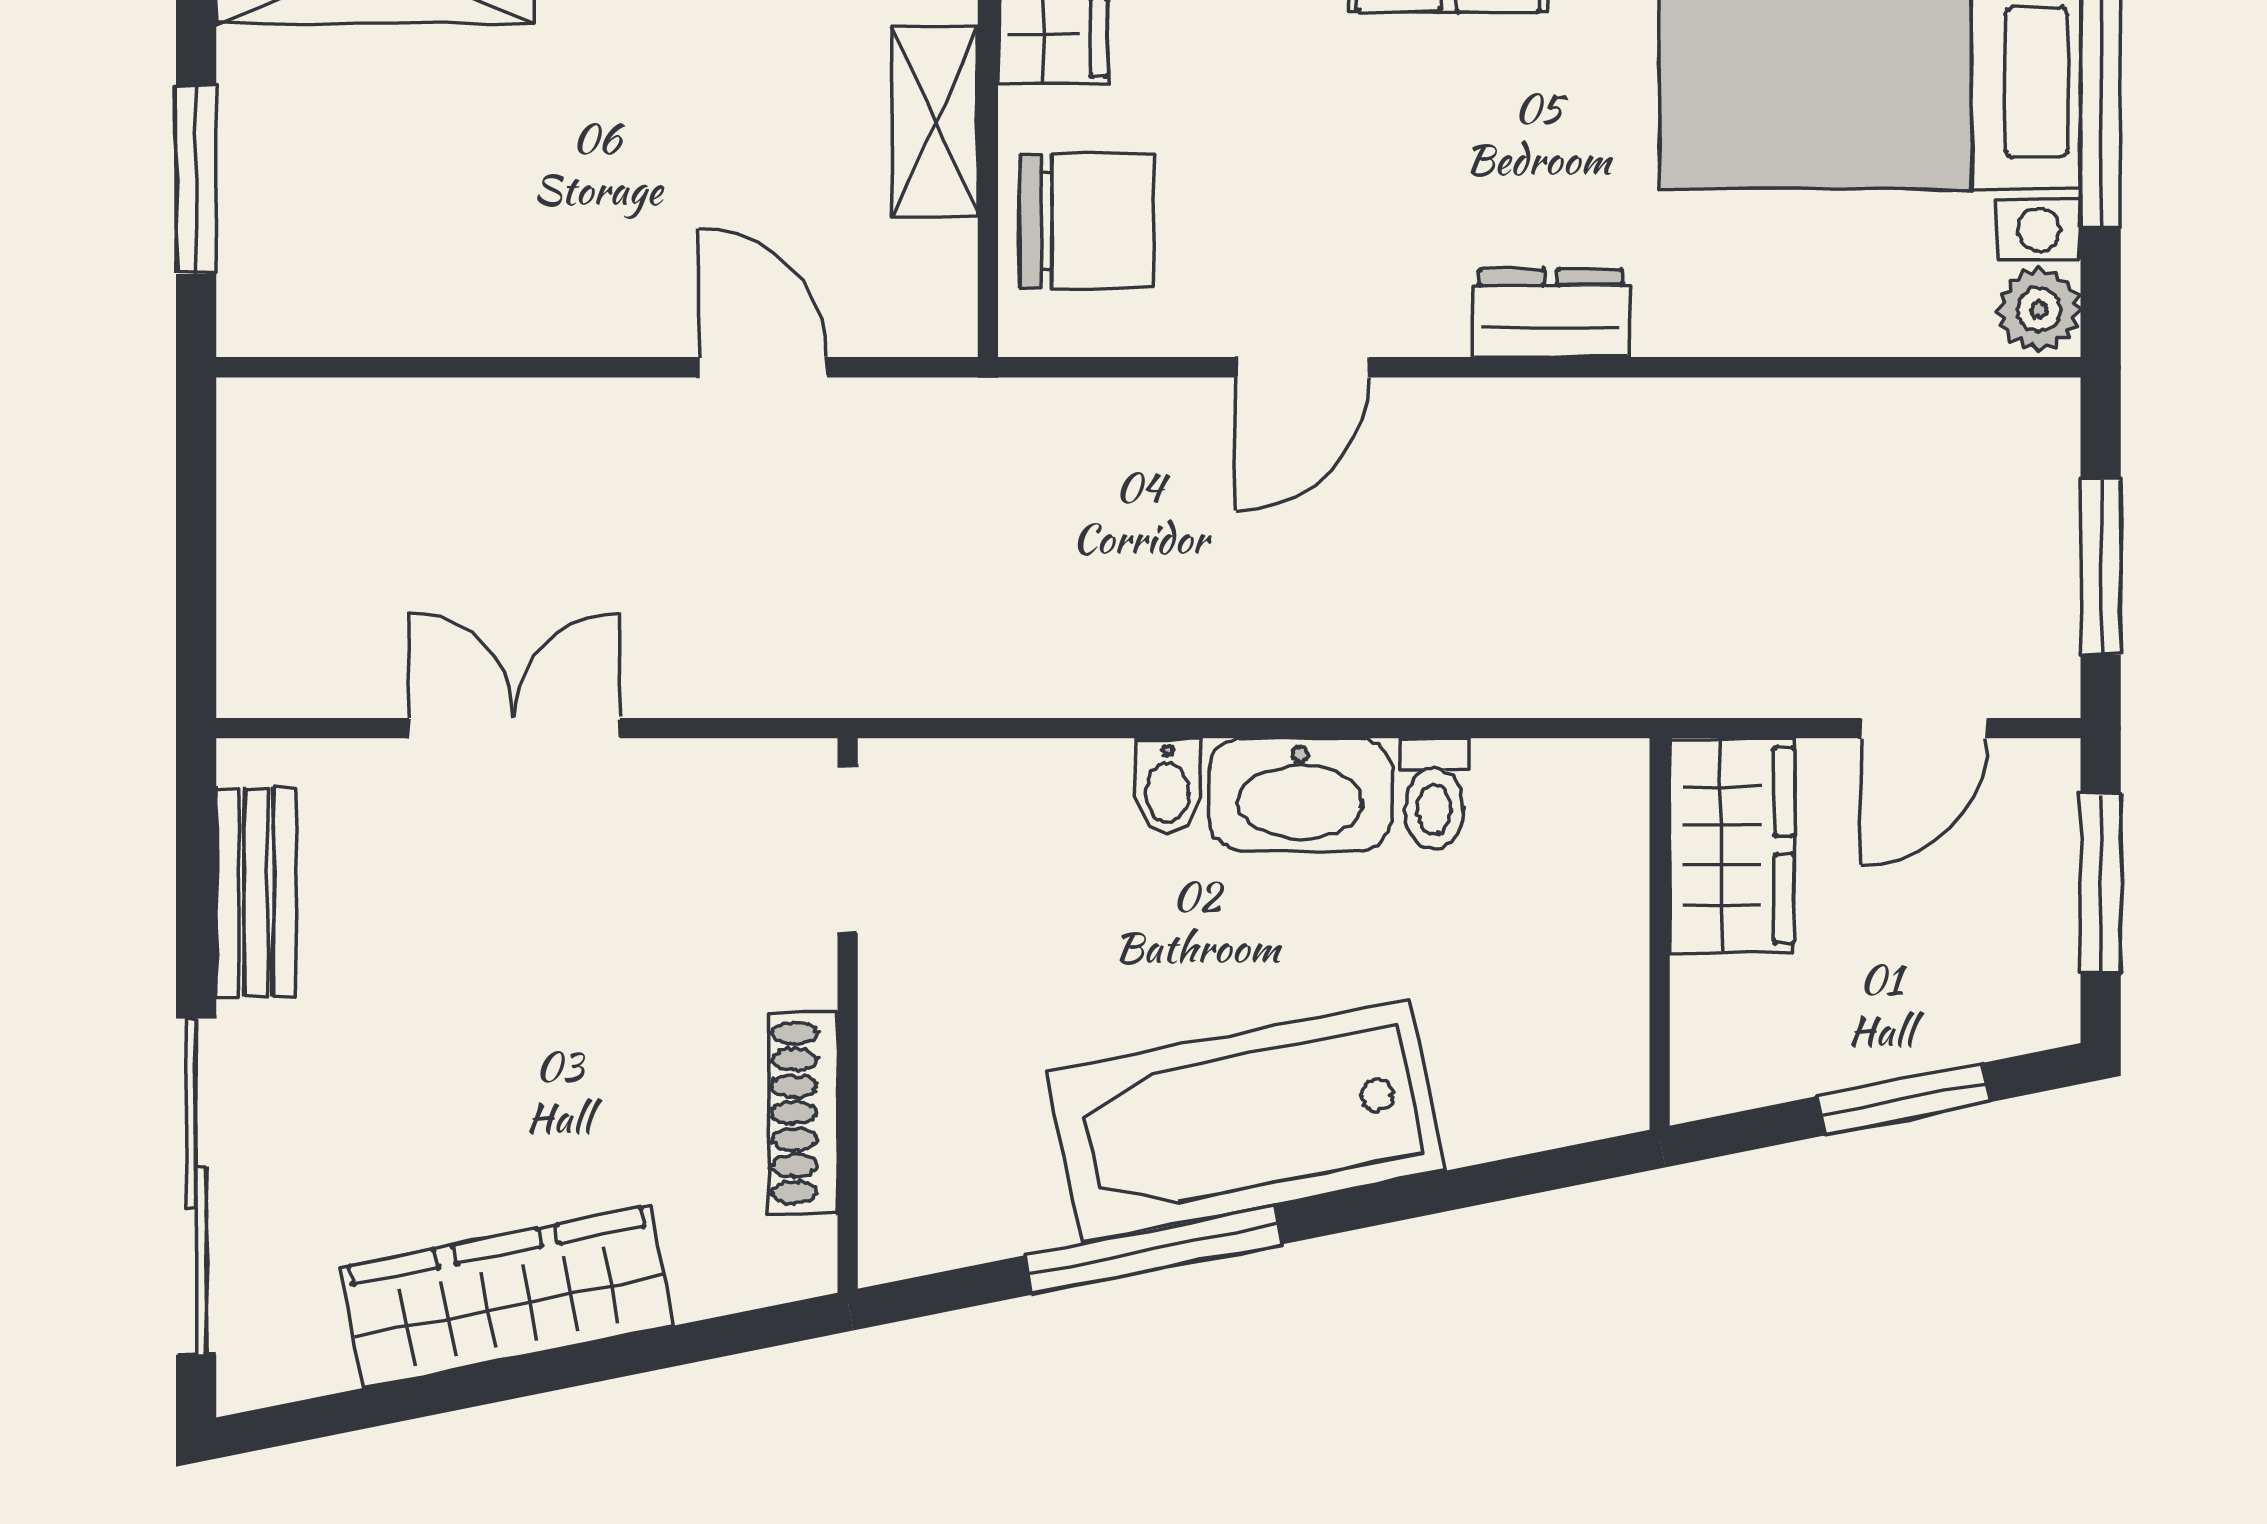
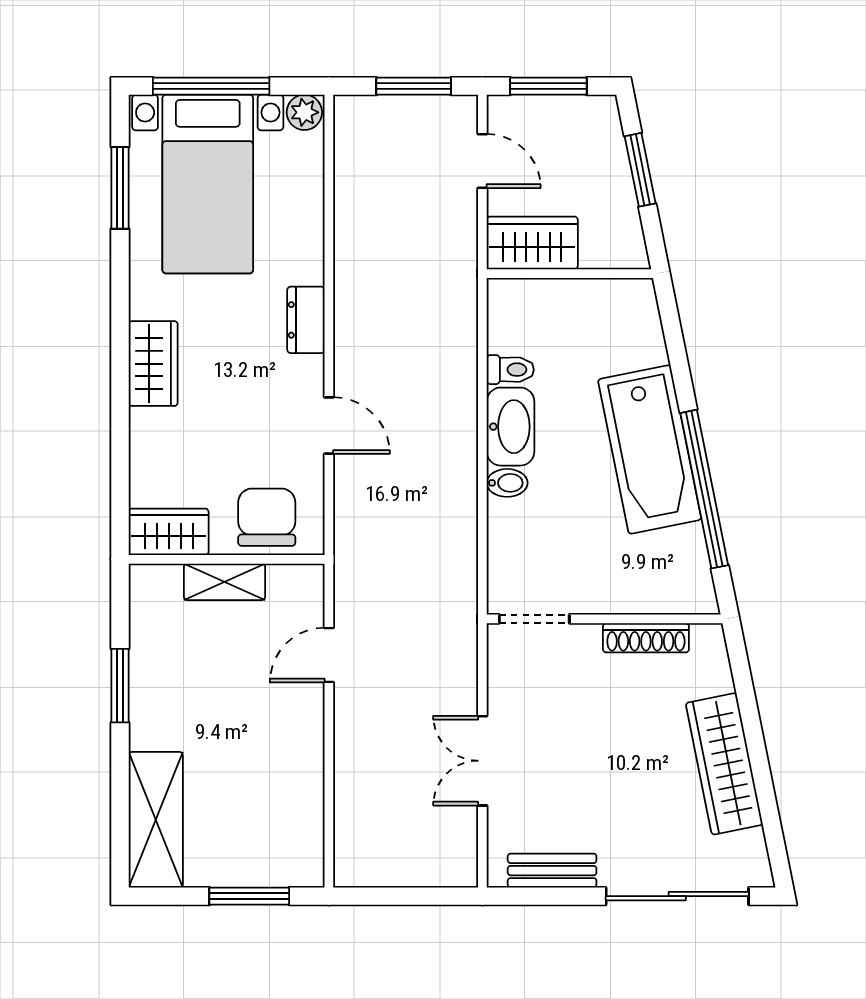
window: (1153, 1250) -> (704, 489), width x1.46

